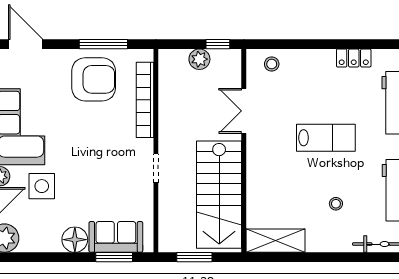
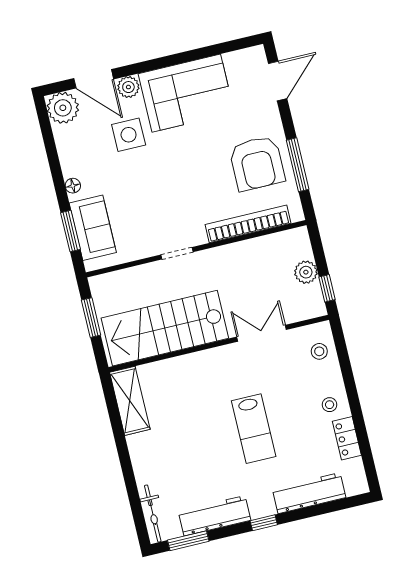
stool: (336, 204) -> (330, 405), moved
floor lamp: (75, 240) -> (73, 186), width x0.53, depth x0.53

